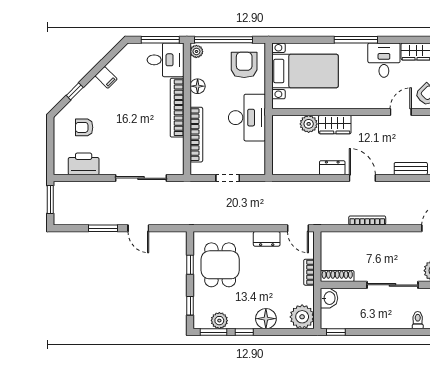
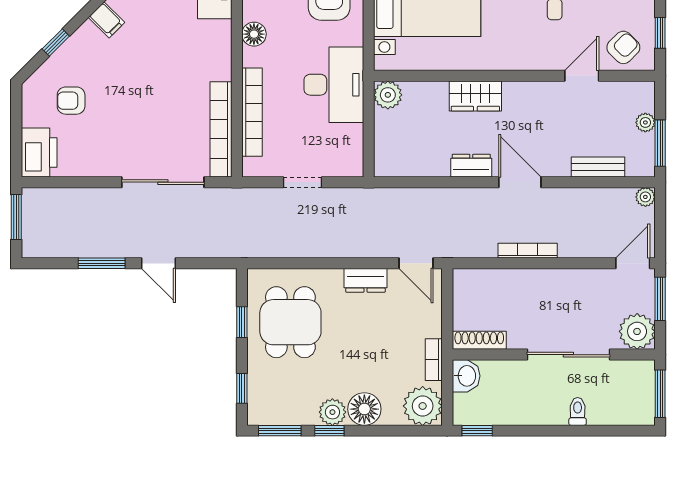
bookcase: (177, 108) -> (221, 129), moved
plant: (309, 124) -> (388, 95), moved
printer: (84, 164) -> (39, 152), moved, turned 90
bookcase: (309, 272) -> (434, 360), moved
toilet: (418, 320) -> (578, 411), moved
plant: (219, 321) -> (332, 412), moved

